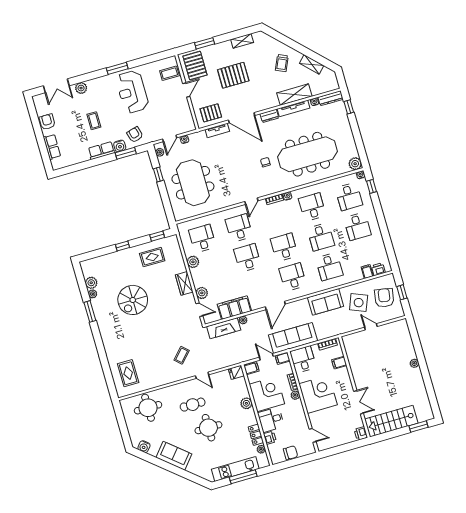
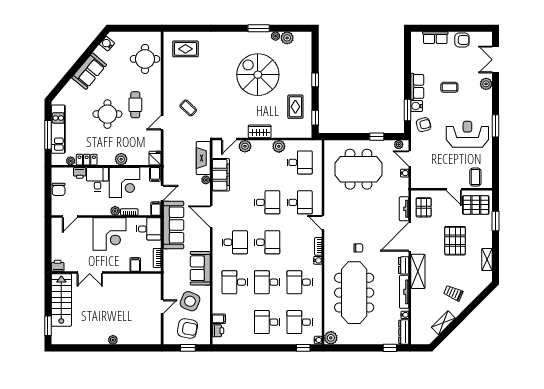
shelving: (294, 95) -> (418, 271), moved
desk: (312, 207) -> (300, 282), turned 180
spiral stairs: (133, 300) -> (258, 75), width x1.37, depth x1.37

